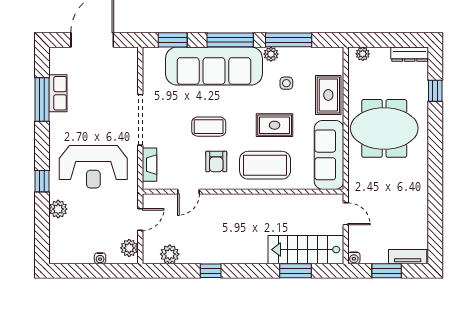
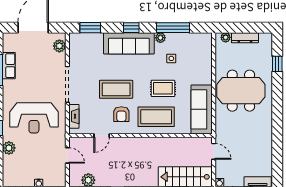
window: (230, 40) -> (131, 28), width x0.46
dresser: (410, 54) -> (245, 38), moved
sofa: (214, 66) -> (129, 43), width x0.74, depth x0.79
rug: (328, 95) -> (201, 67), removed
coffee table: (209, 127) -> (116, 89), width x1.36, depth x1.32
door: (140, 220) -> (67, 155), hinge flipped
plant: (129, 248) -> (59, 46), moved

